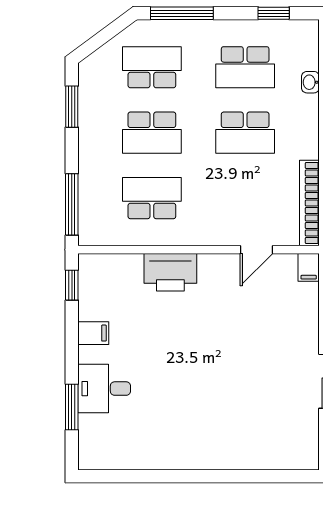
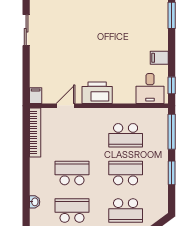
window: (72, 107) -> (172, 173), moved
printer: (170, 272) -> (97, 93), moved
desk: (104, 389) -> (150, 89), moved, turned 90

